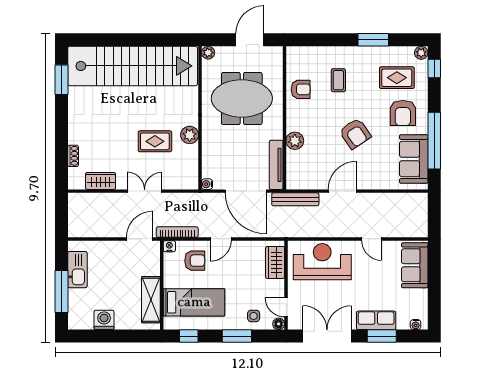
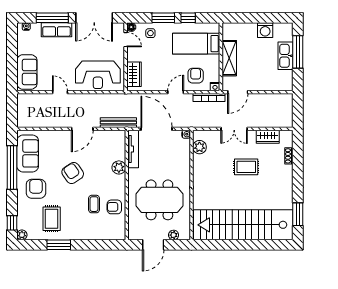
plant: (208, 53) -> (174, 235), moved
rug: (397, 78) -> (52, 219), moved, turned 90
coffee table: (338, 80) -> (94, 204), moved
plant: (190, 135) -> (199, 147), moved
rug: (155, 141) -> (246, 167), moved
armchair: (195, 261) -> (196, 76), turned 90
kitchen sink: (77, 270) -> (286, 56), moved
shelving: (151, 300) -> (229, 58), moved
window: (189, 336) -> (188, 18), moved
window: (382, 336) -> (52, 18), width x1.44

